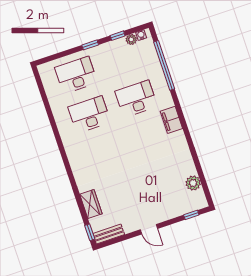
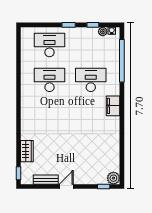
plant: (193, 183) -> (113, 178), moved
door: (149, 229) -> (66, 187), swing flipped
bench: (109, 234) -> (46, 180), moved

